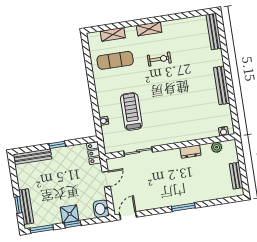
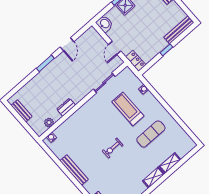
shelving: (113, 34) -> (170, 163), moved
exercise bike: (159, 59) -> (113, 148), moved
exercise mat: (115, 60) -> (151, 134), moved
treadmill: (131, 112) -> (128, 109), turned 180
door: (128, 216) -> (67, 44), moved

